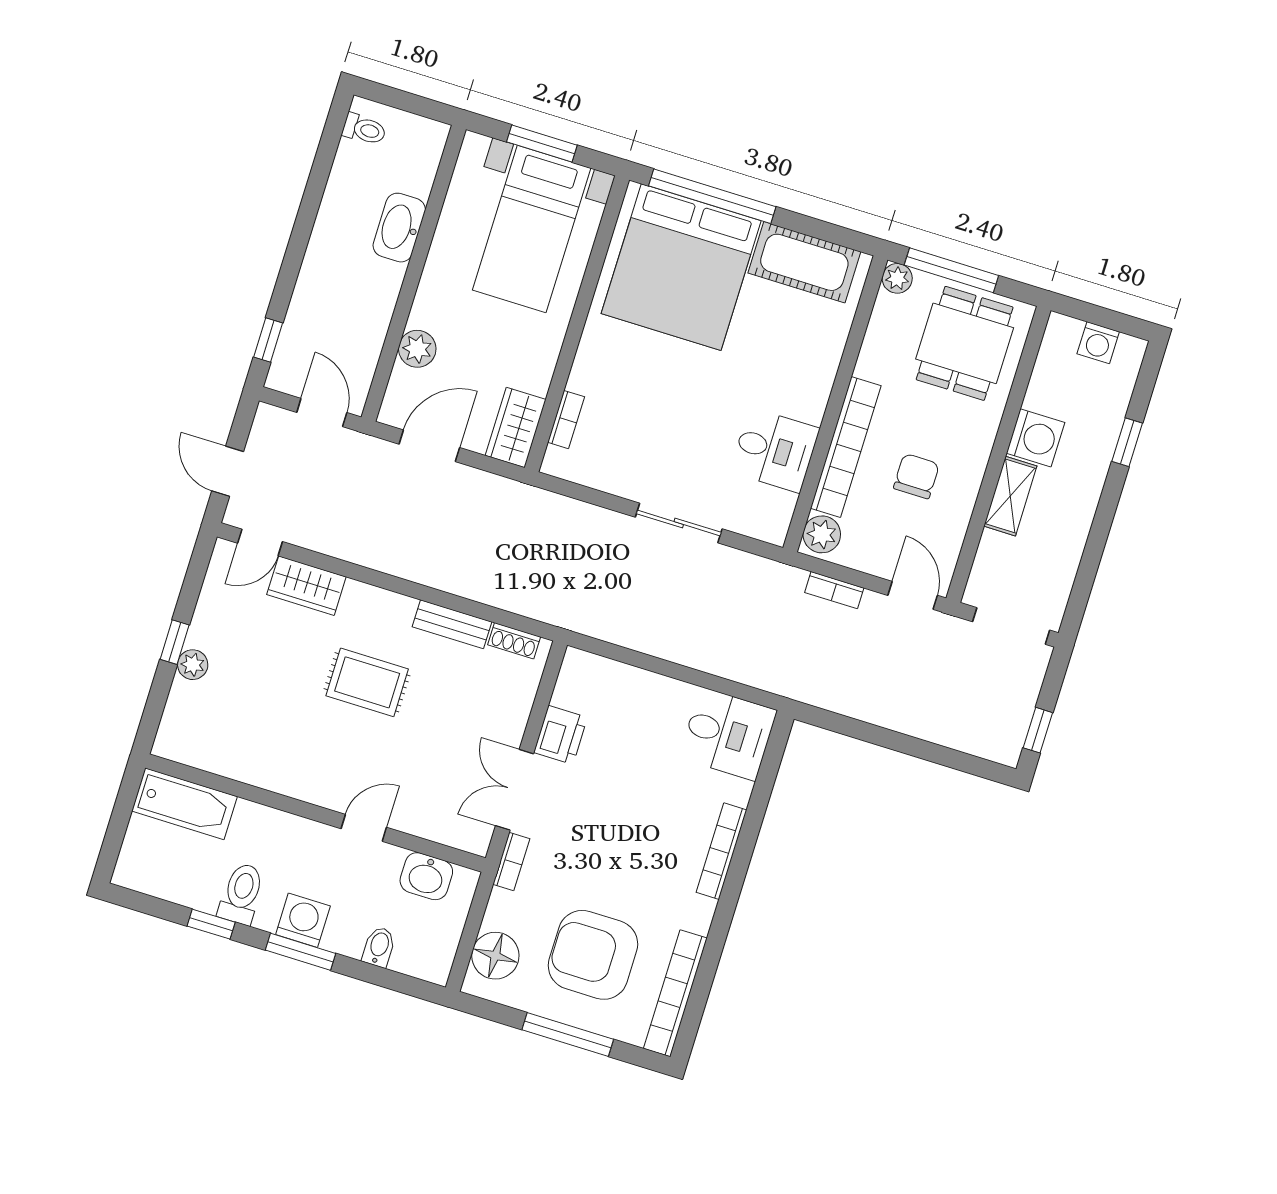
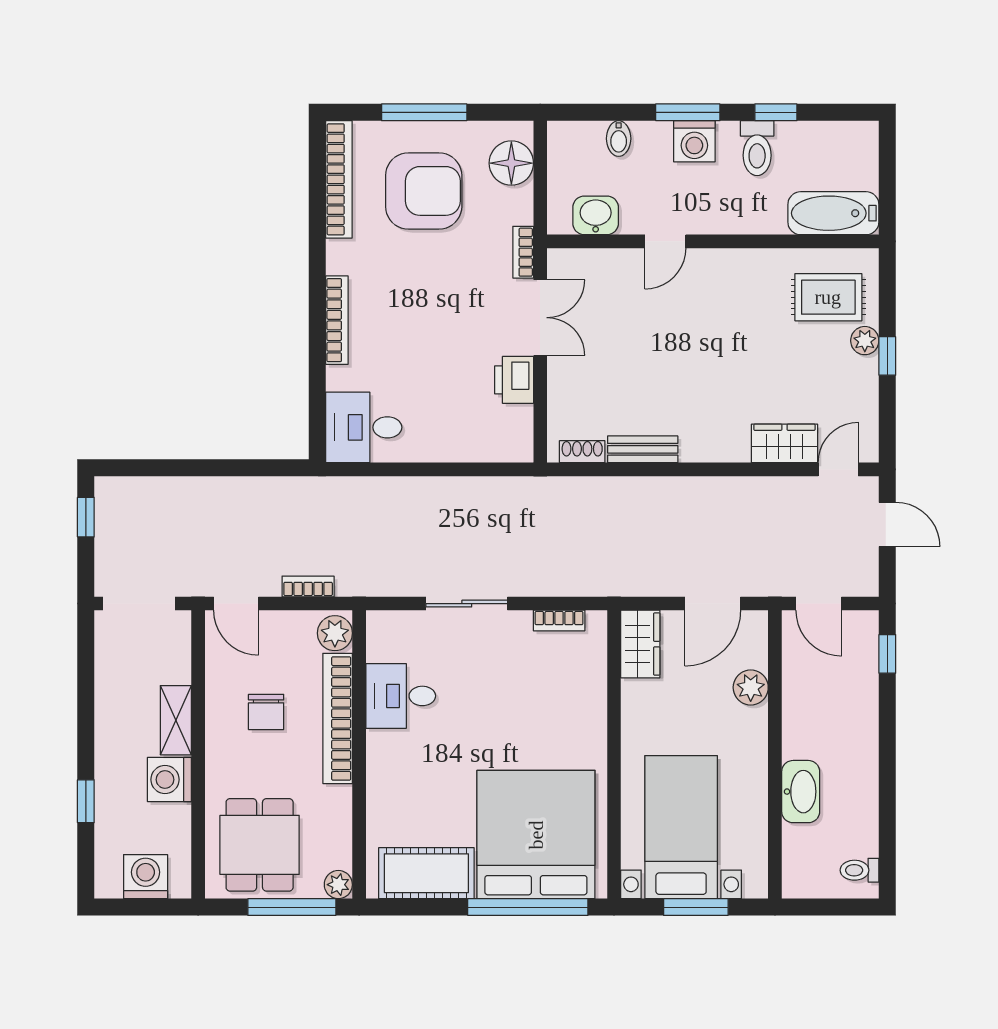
washing machine: (1098, 343) -> (146, 877), width x1.38, depth x1.38
bookcase: (566, 420) -> (559, 621), moved, turned -90
rug: (367, 682) -> (828, 297), moved

